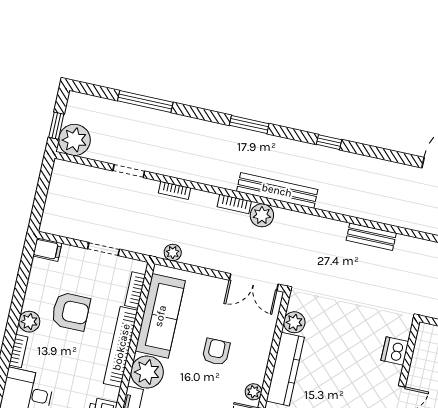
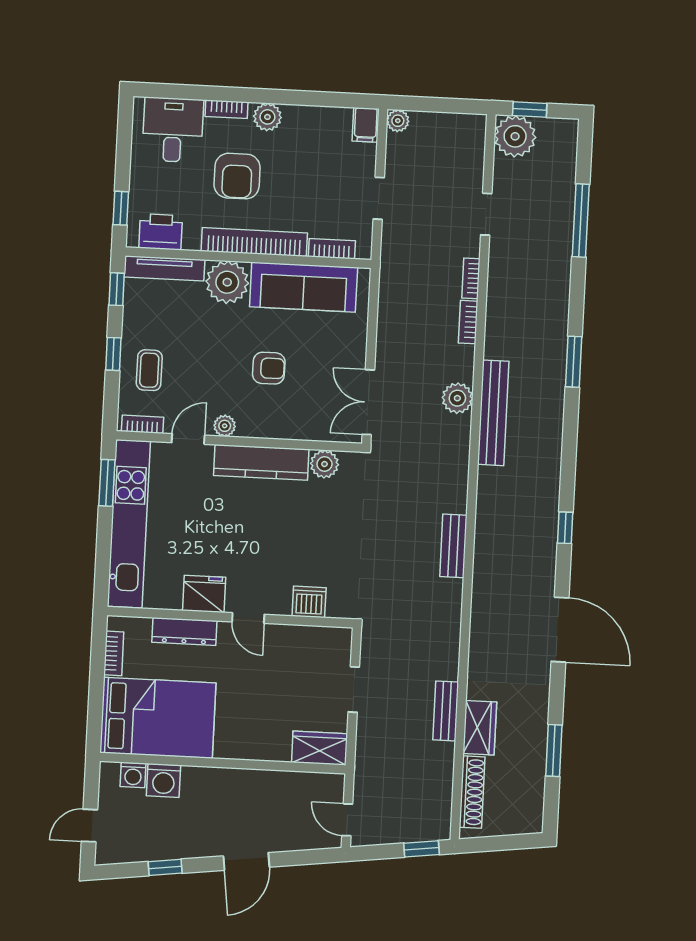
window: (329, 142) -> (565, 528), moved
bookcase: (234, 204) -> (468, 322), moved
plant: (173, 252) -> (398, 121), moved
armchair: (71, 311) -> (237, 176), moved

